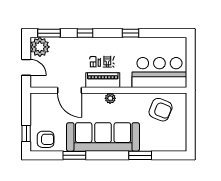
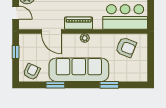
window: (26, 134) -> (16, 52), moved
armchair: (46, 139) -> (32, 72), turned -65

